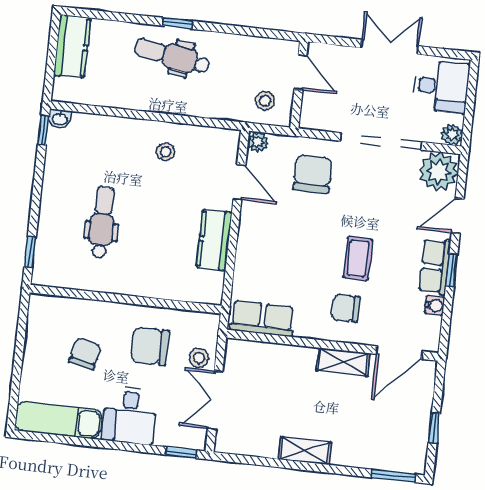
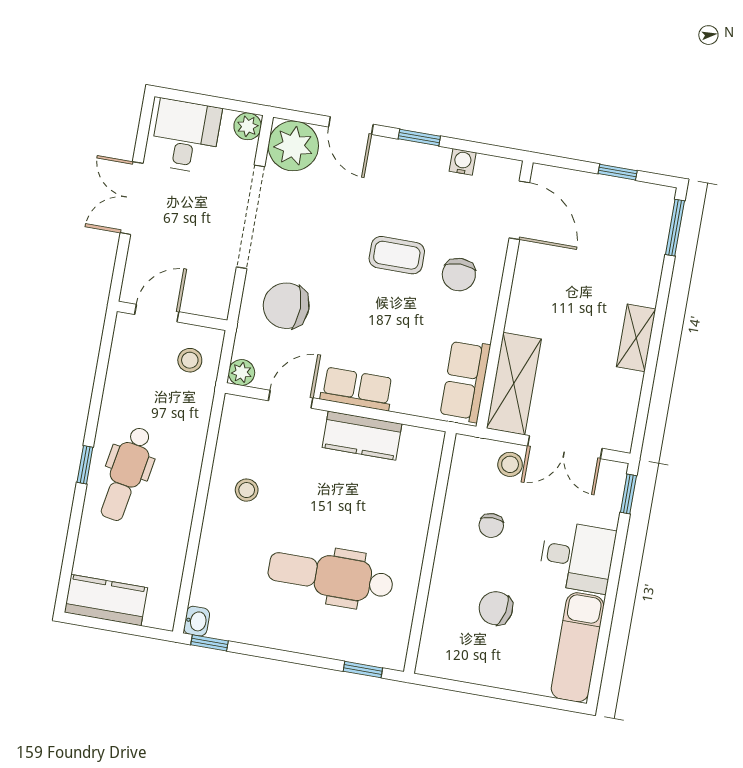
dental chair: (102, 222) -> (331, 576), width x1.36, depth x1.38
row of seats: (435, 267) -> (357, 389), moved, turned 180
chair: (150, 346) -> (491, 525), width x0.54, depth x0.54
shelving: (343, 362) -> (514, 384), moved, width x1.50, depth x1.33

